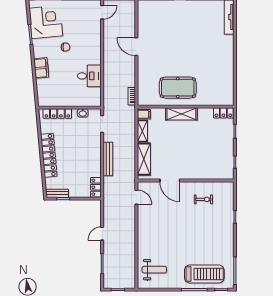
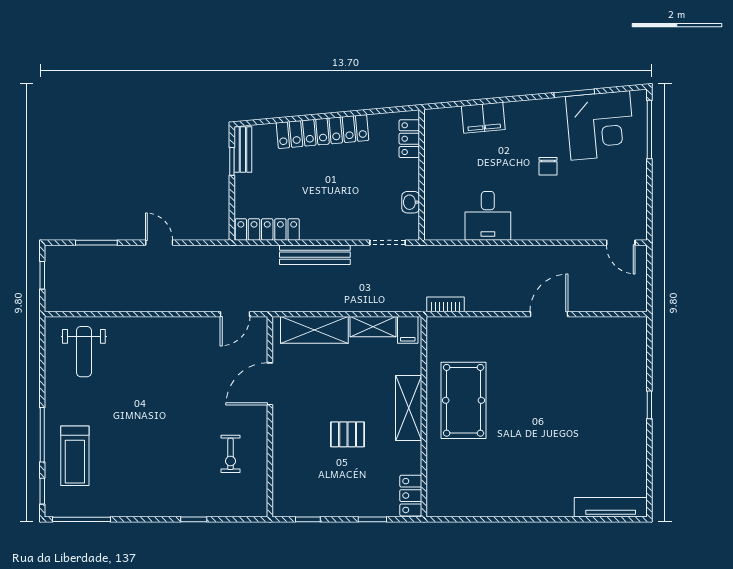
filing cabinet: (41, 68) -> (483, 118), moved
locker: (57, 114) -> (409, 139), width x0.66
pallet: (194, 143) -> (348, 434), added
locker: (96, 187) -> (267, 229), width x1.53
treadmill: (204, 274) -> (75, 456), width x0.73, depth x0.73

